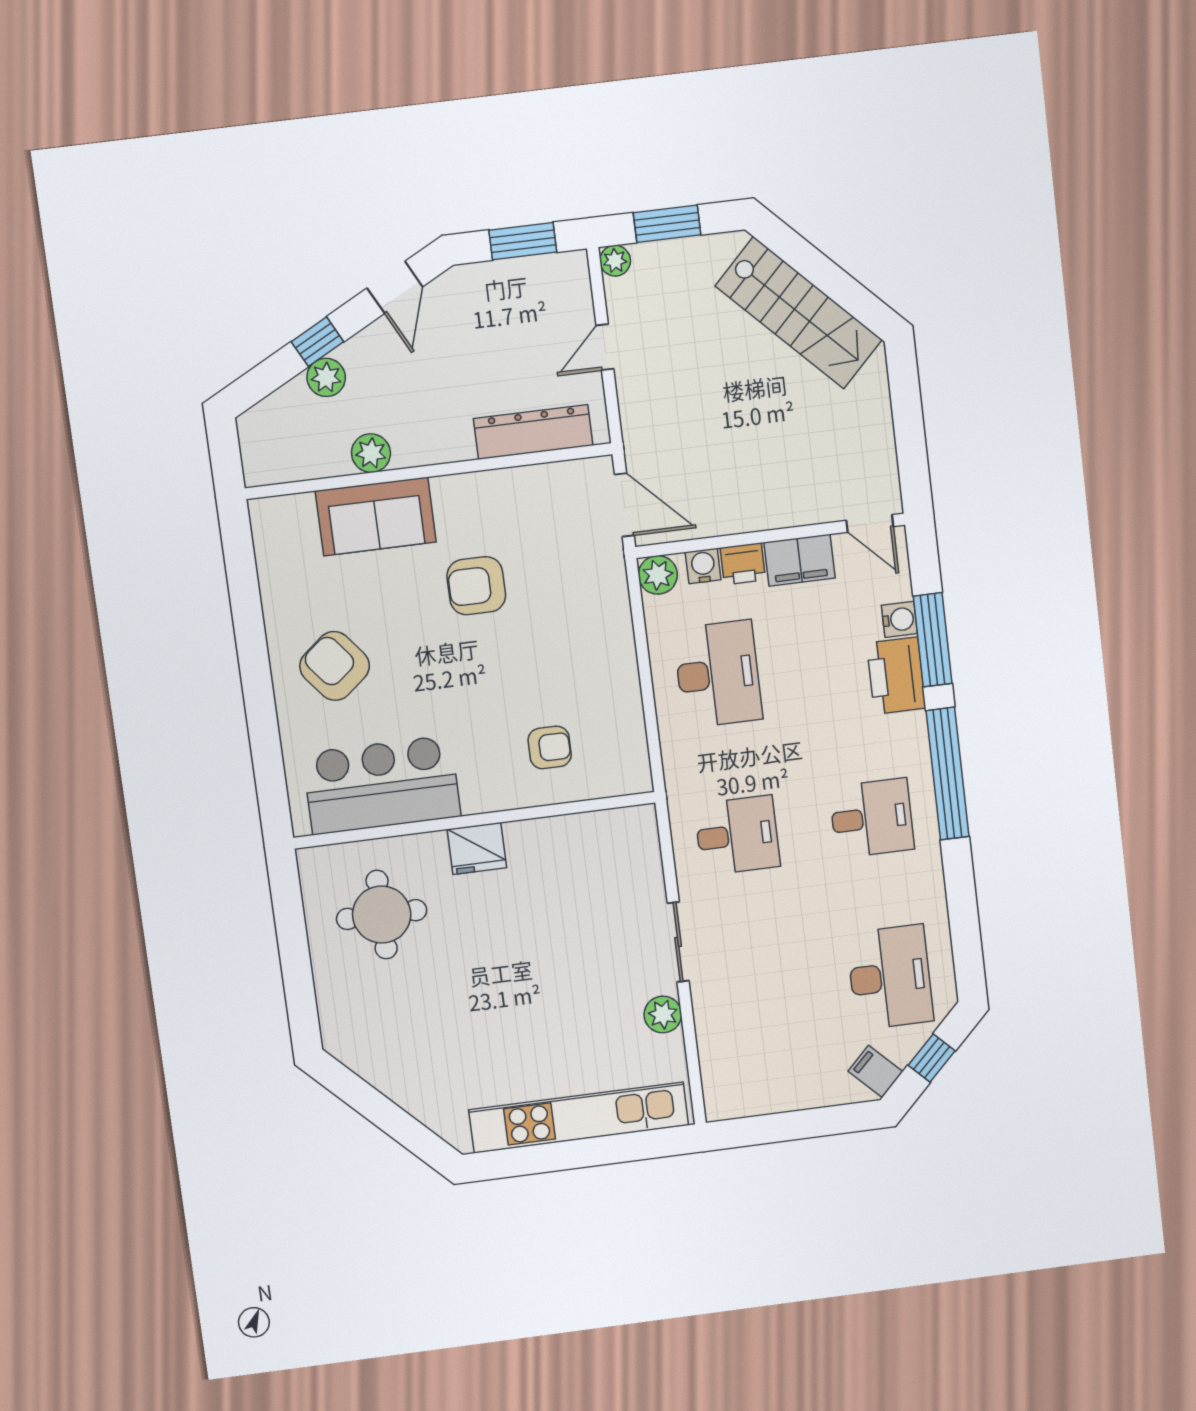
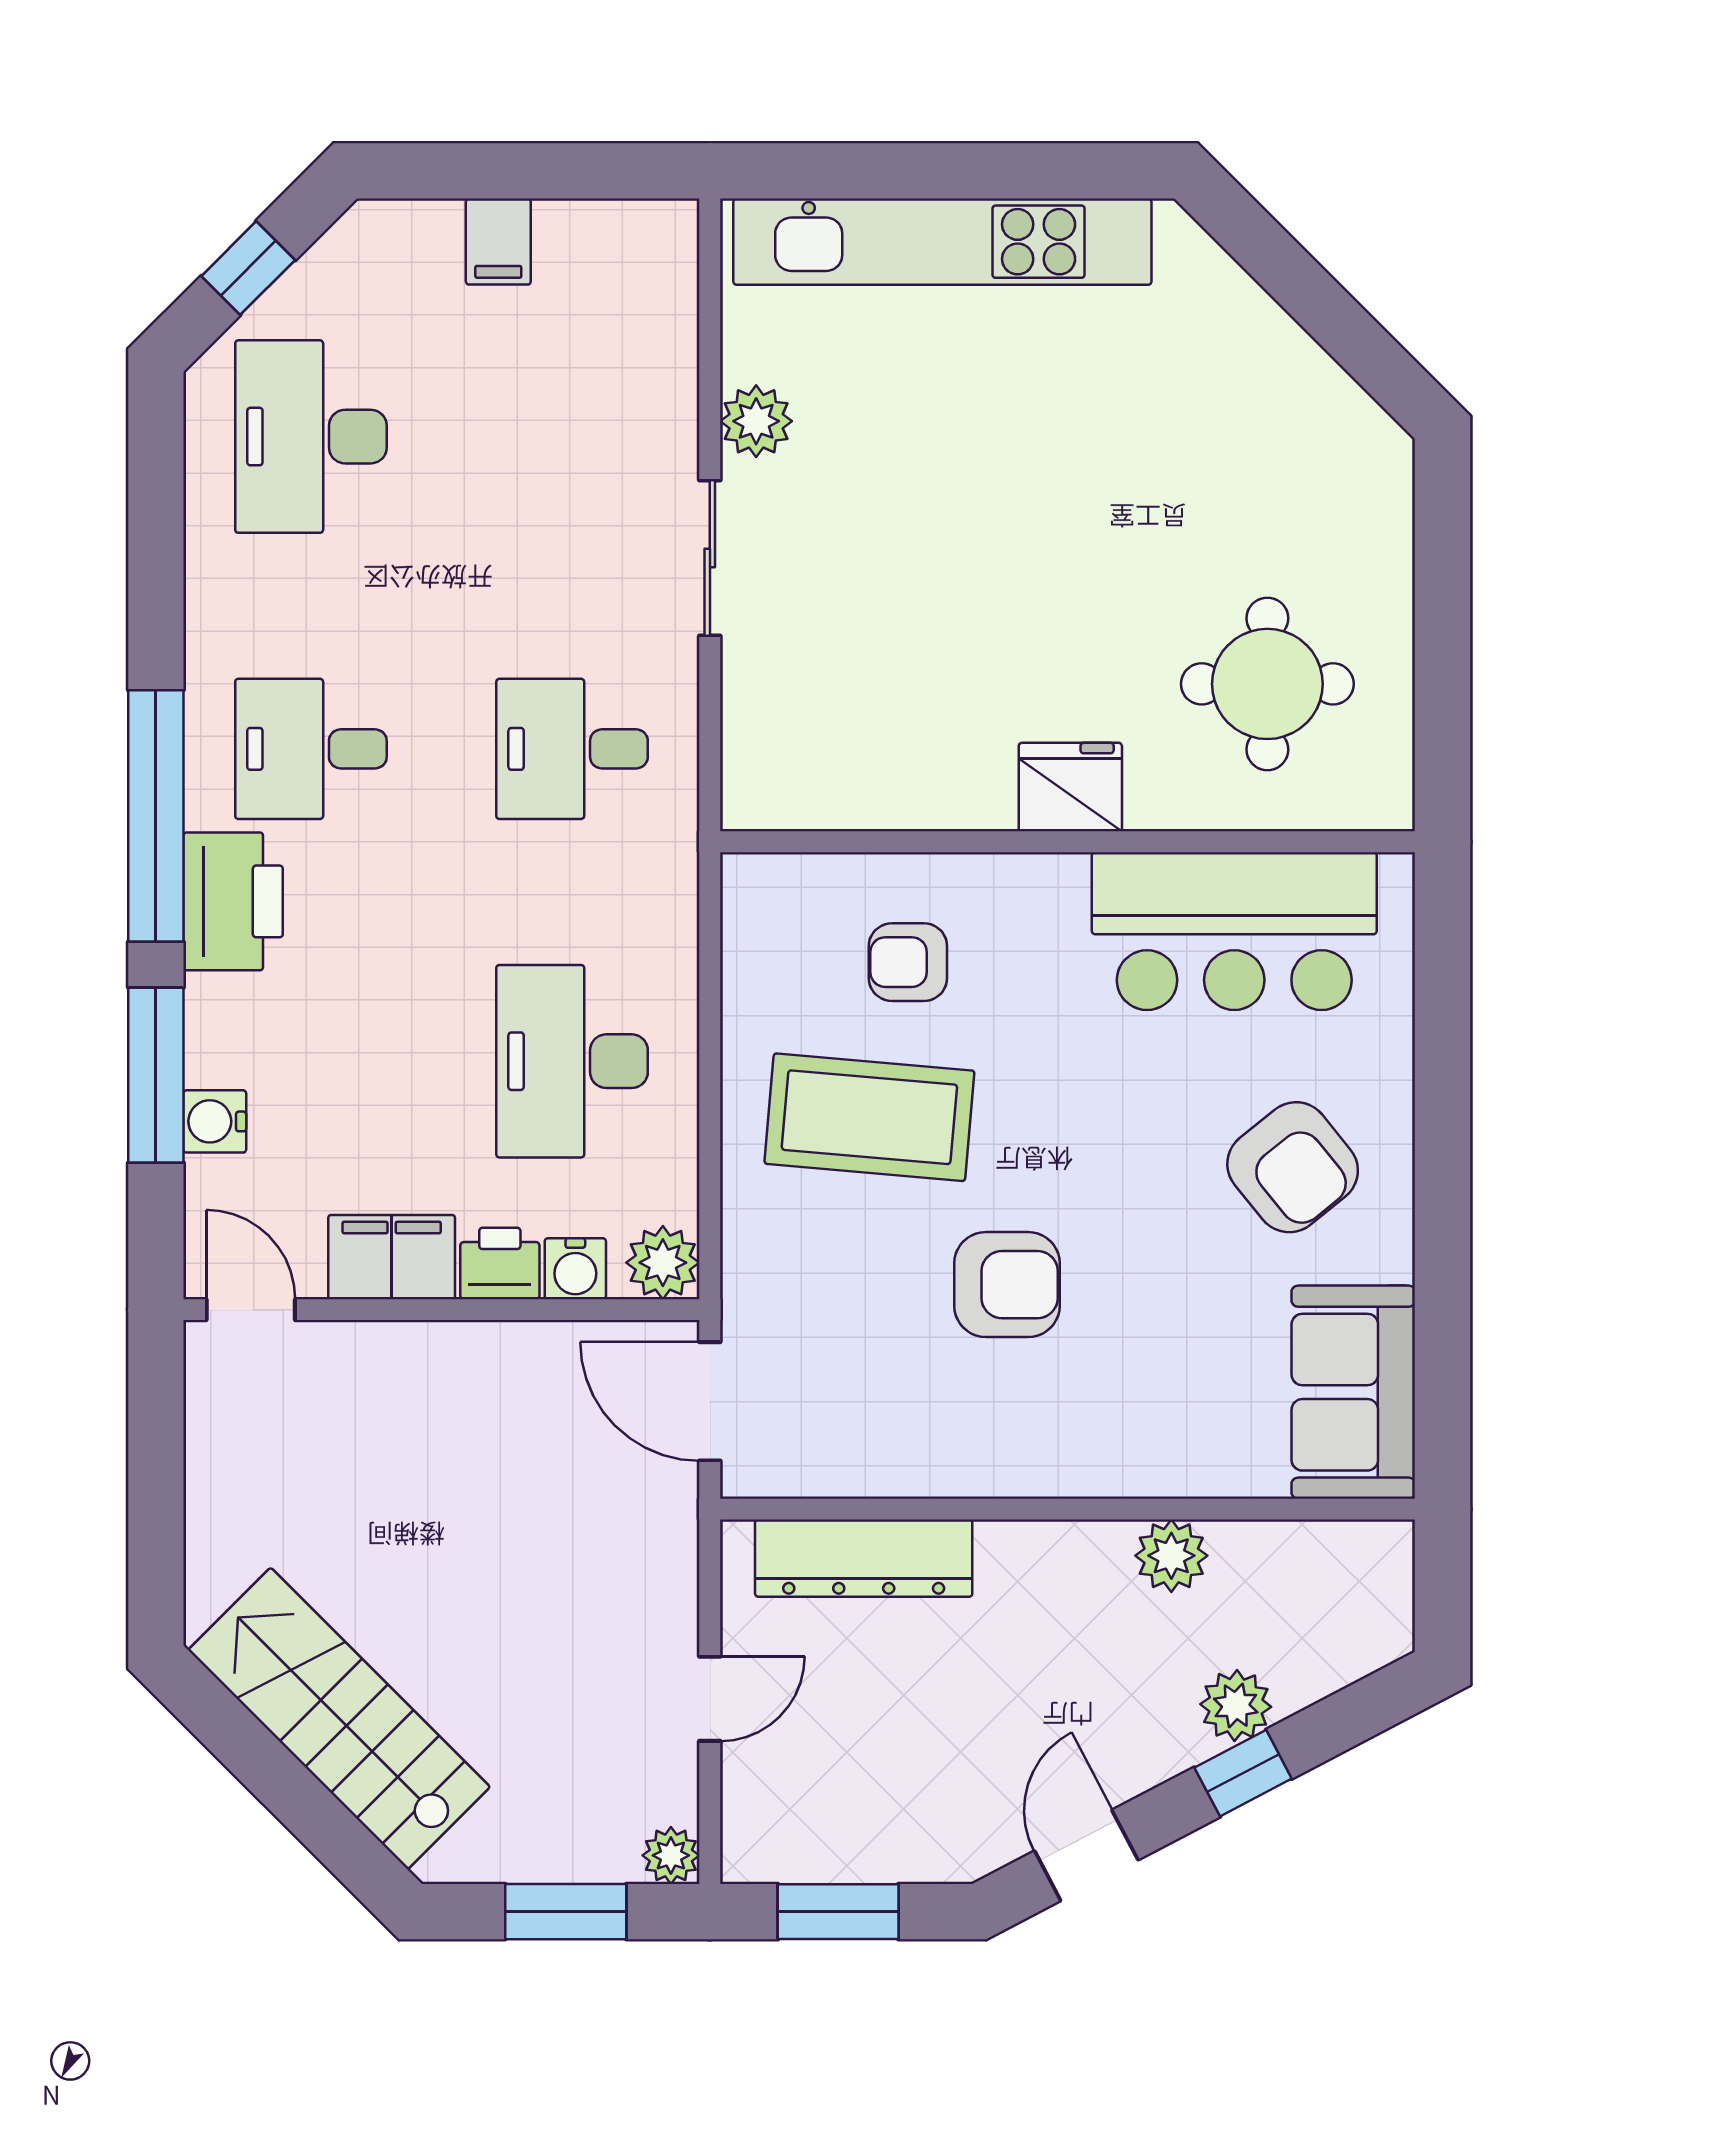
sofa: (376, 516) -> (1353, 1392), moved, turned -90
coffee table: (559, 664) -> (869, 1117), added
printer: (896, 676) -> (233, 901), moved
filing cabinet: (875, 1071) -> (498, 242), moved, turned 45

